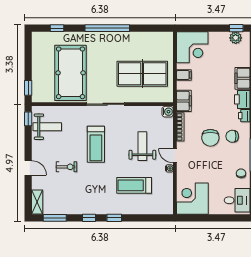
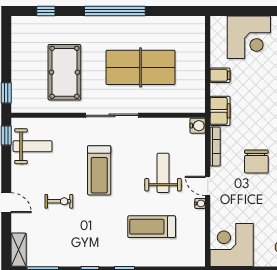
corner desk: (192, 47) -> (249, 37), moved
pool table: (71, 73) -> (64, 72), width x0.73, depth x0.76
table tennis table: (142, 74) -> (140, 67), moved

